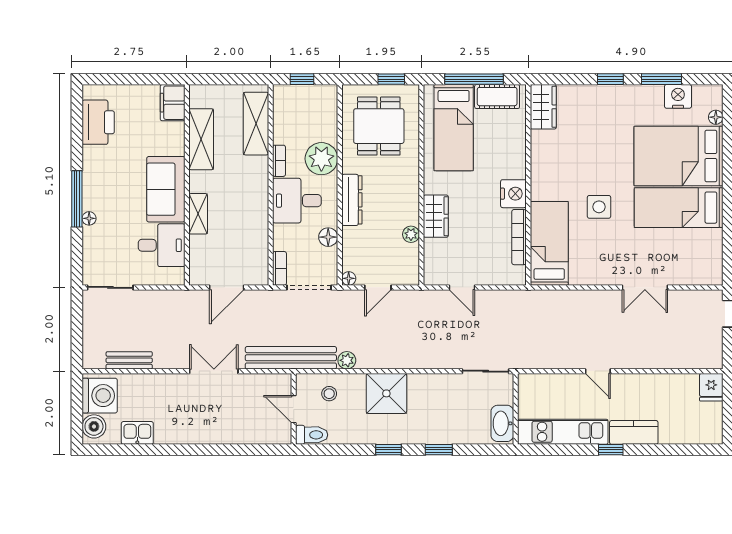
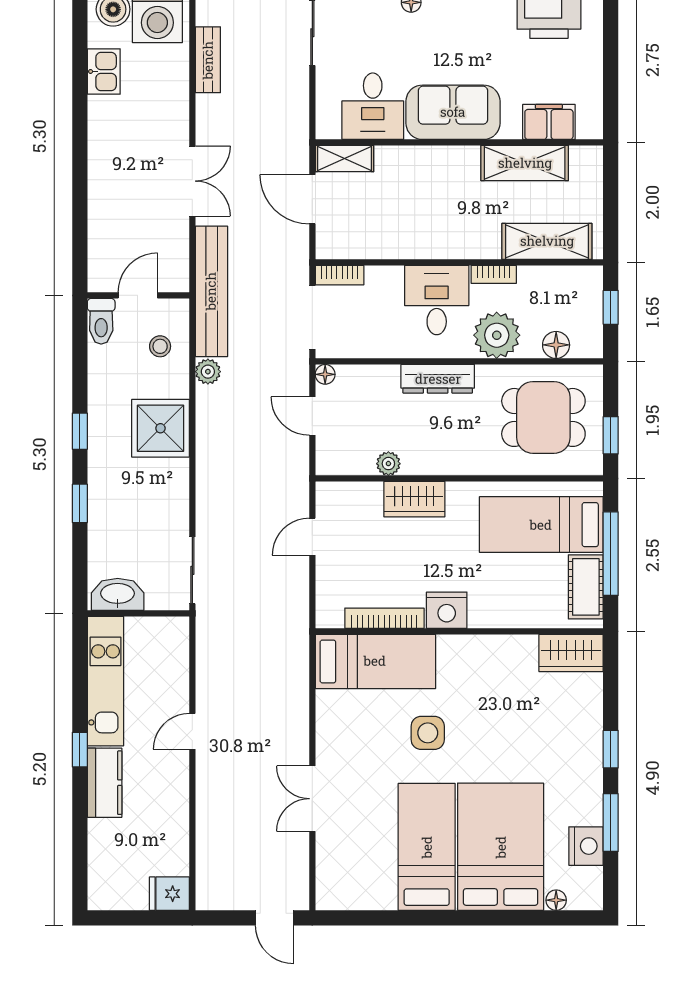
filing cabinet: (173, 103) -> (549, 122), moved
shelving: (198, 214) -> (344, 159), moved
floor lamp: (328, 237) -> (556, 345), moved

